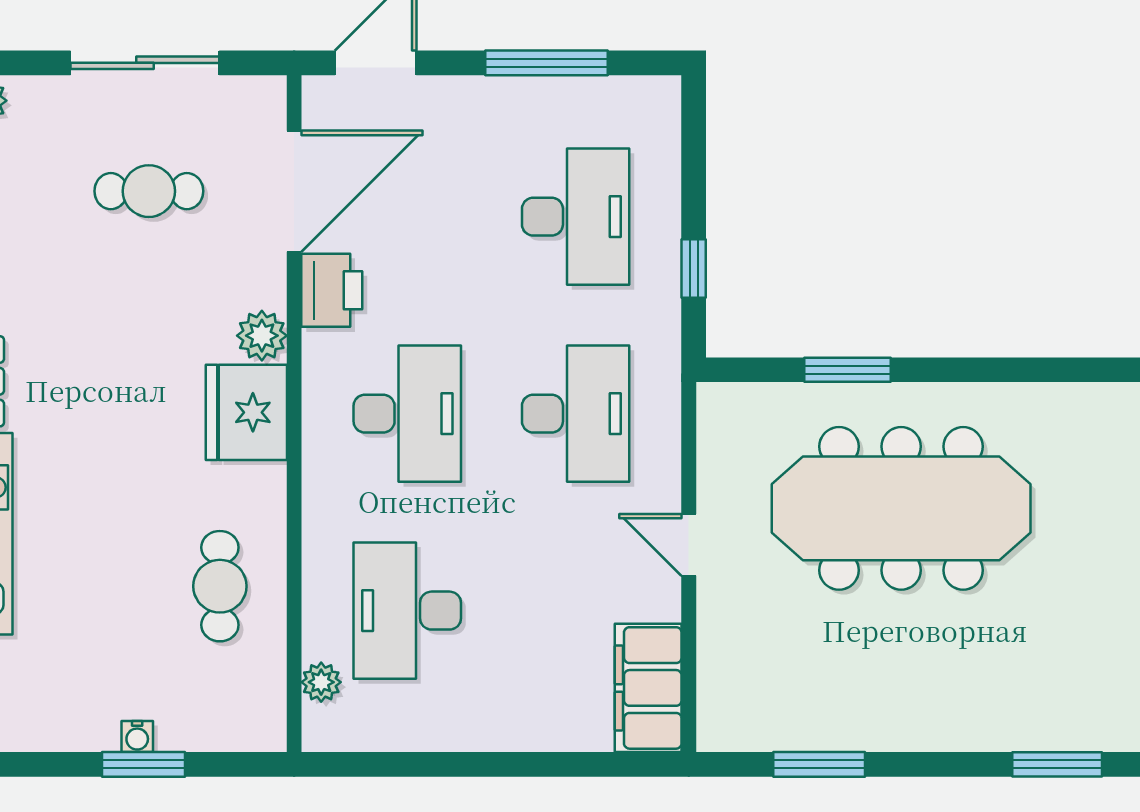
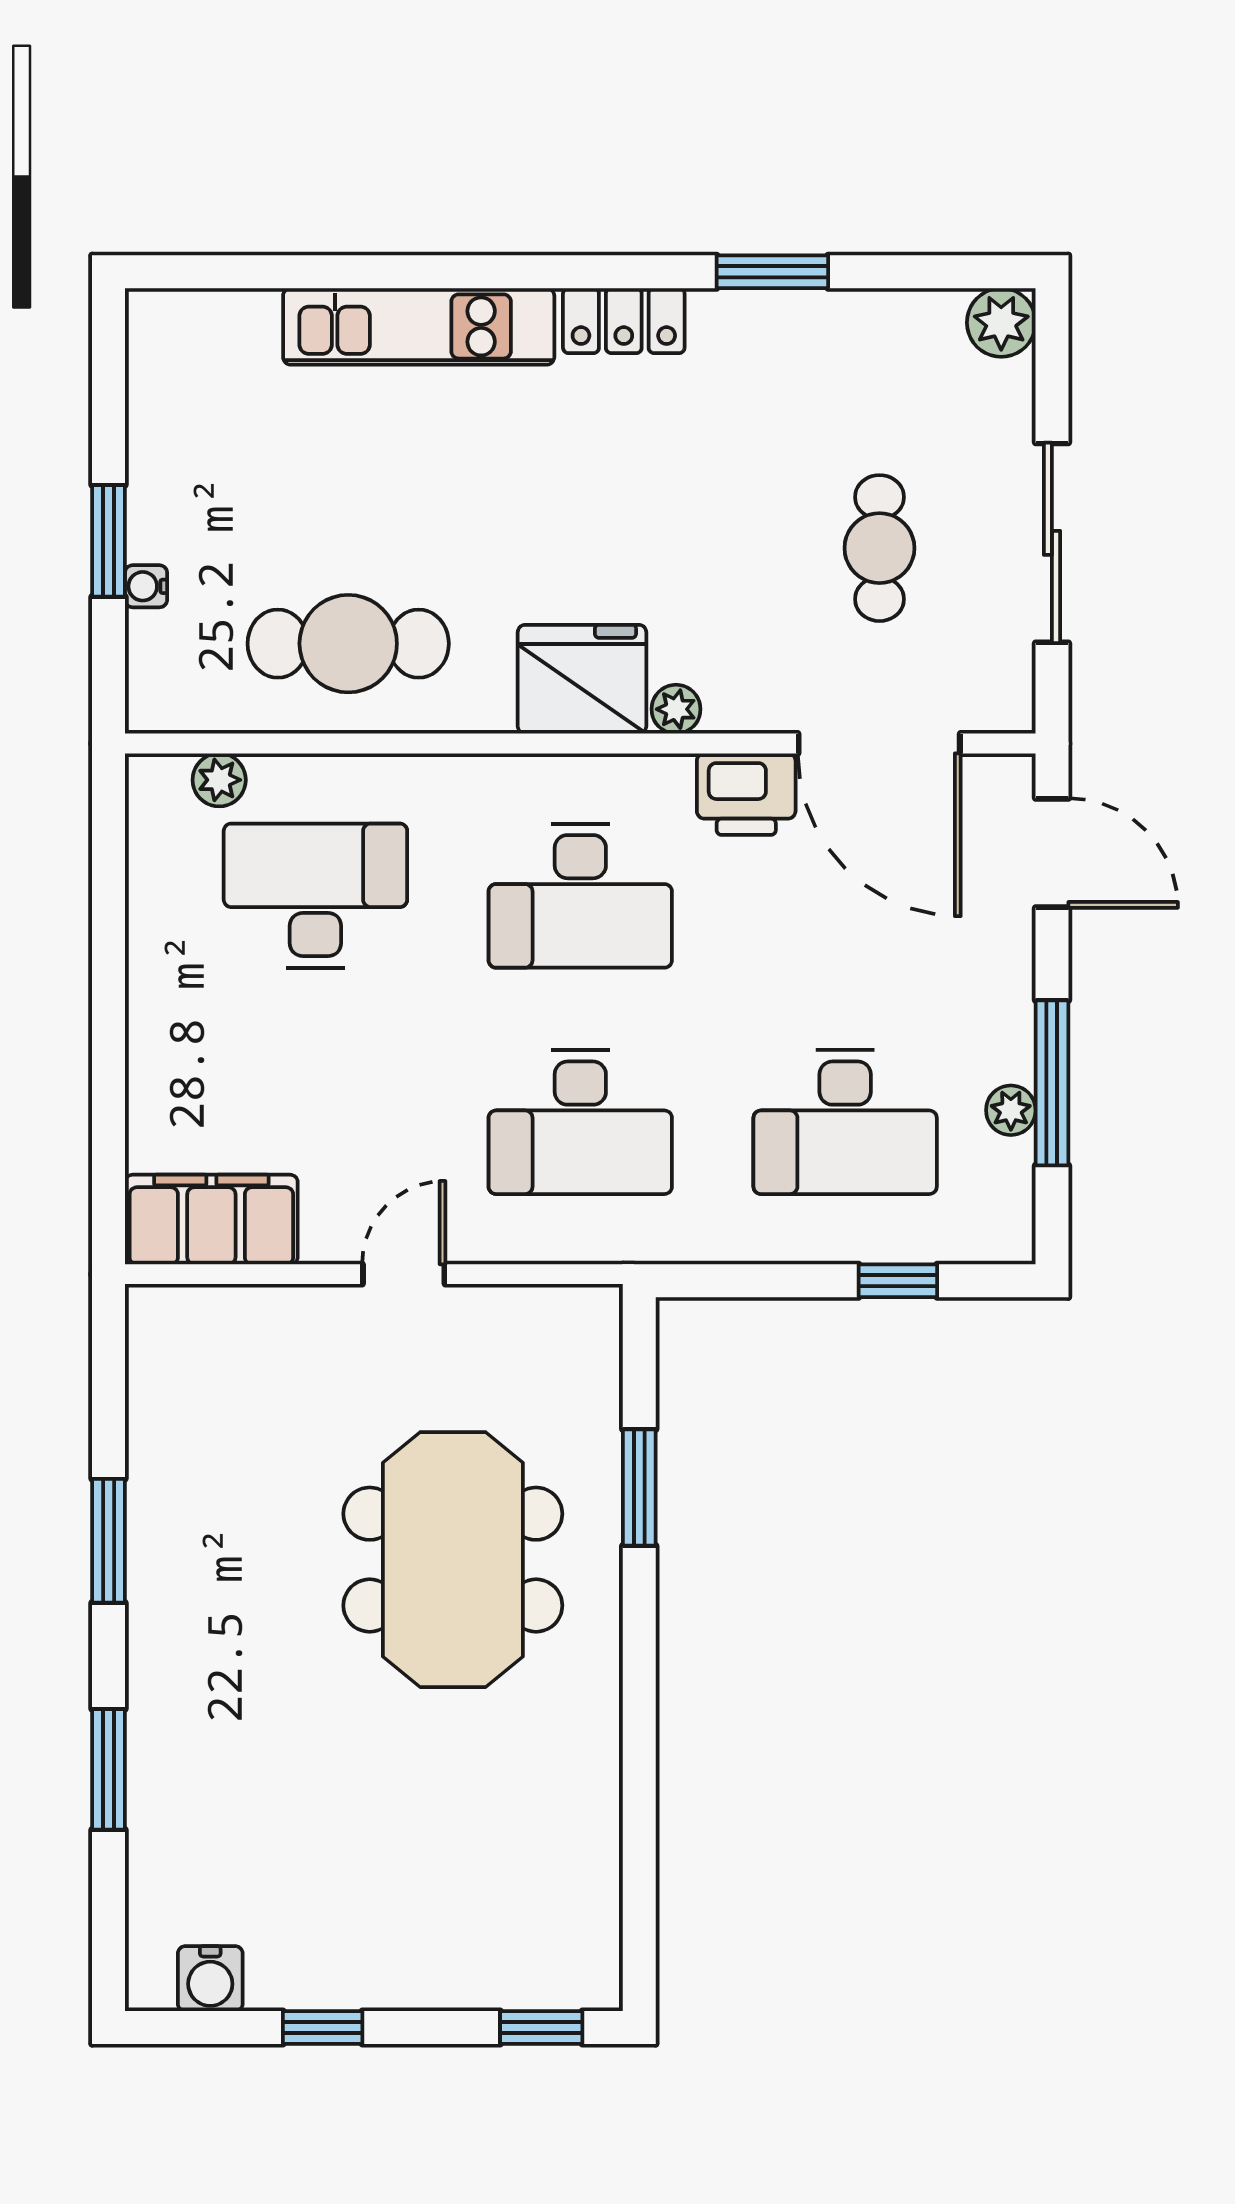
plant: (567, 93) -> (1011, 1110), added
window: (694, 269) -> (898, 1281), moved
plant: (262, 336) -> (676, 709), width x0.73, depth x0.73
meeting table: (901, 508) -> (453, 1560), width x0.73
cafe table: (220, 586) -> (348, 644), width x1.37, depth x1.35
water cooler: (137, 737) -> (146, 586), moved
window: (819, 764) -> (109, 1541), moved

